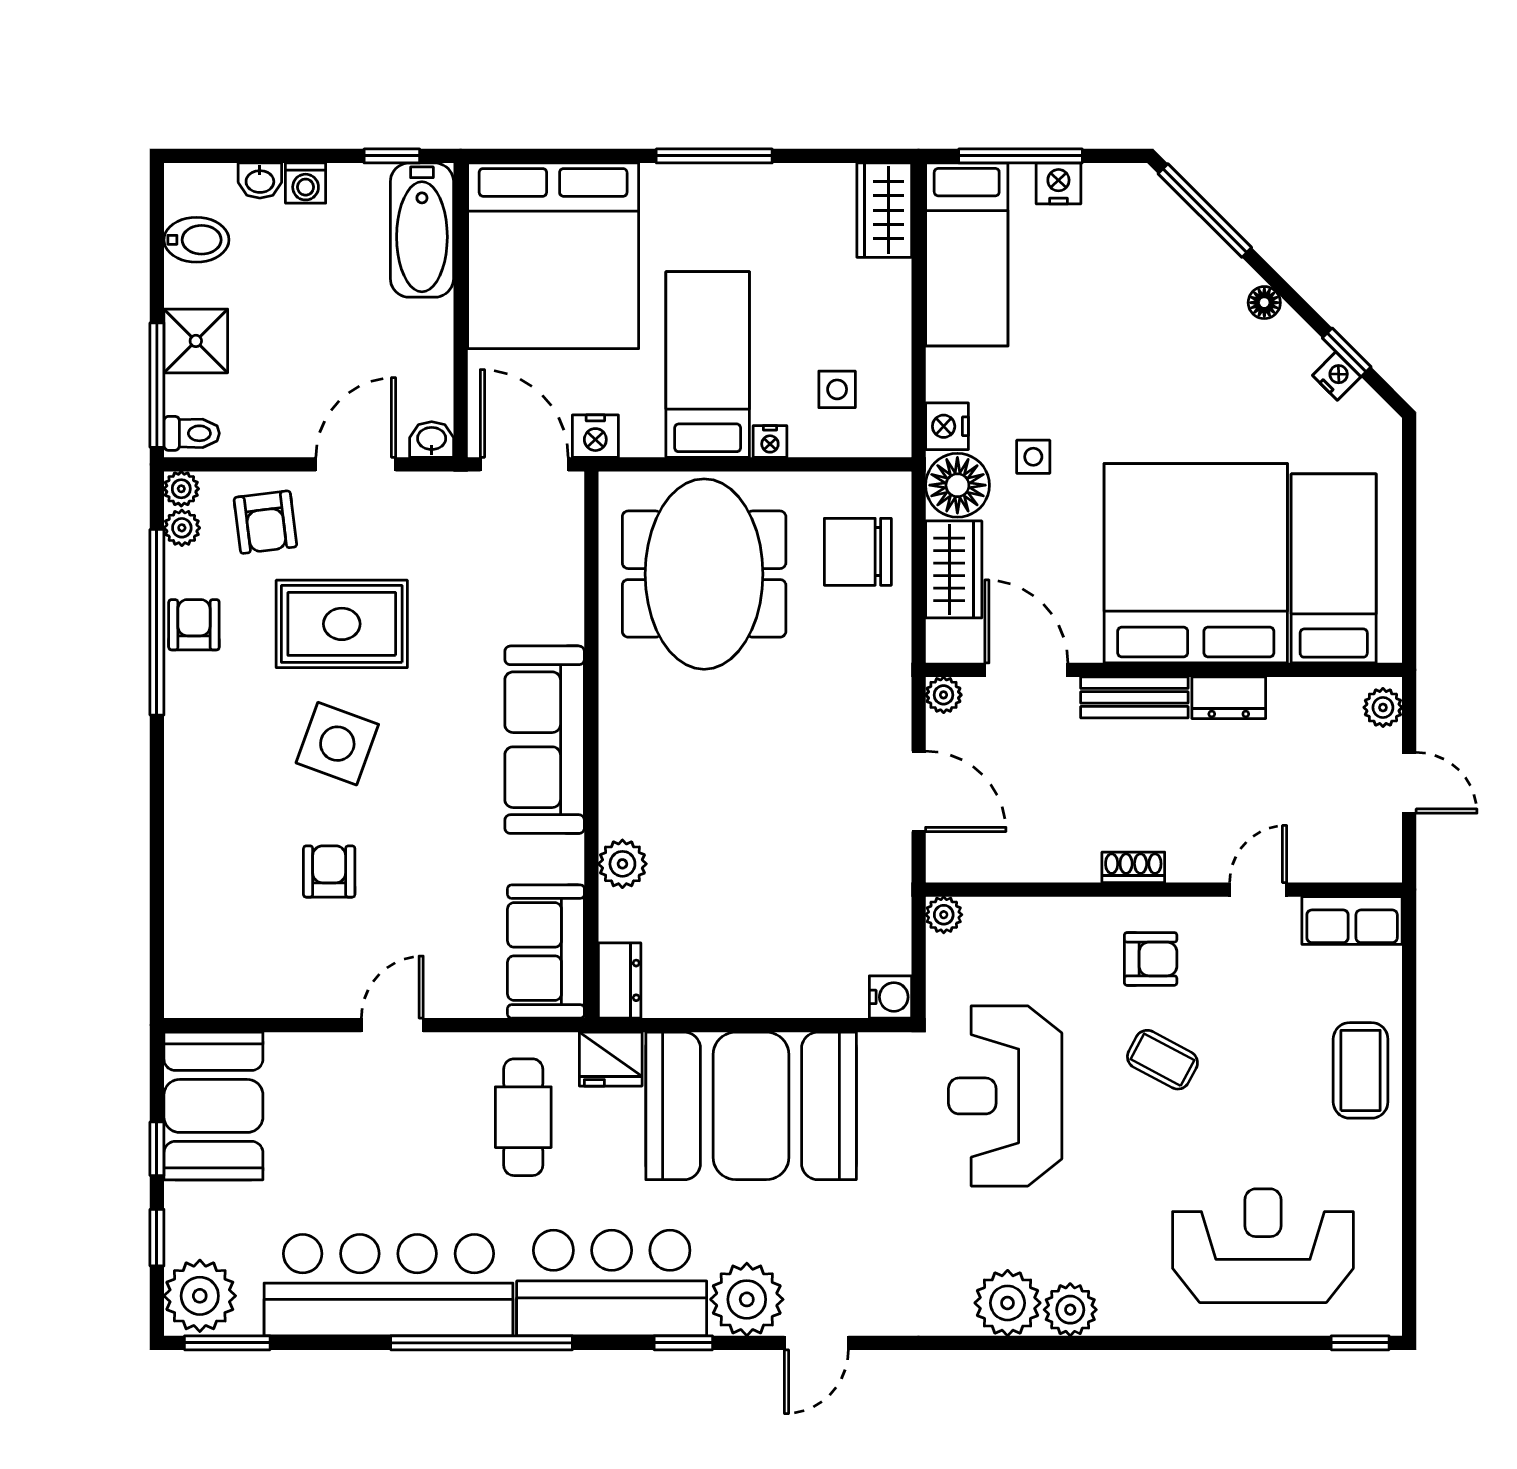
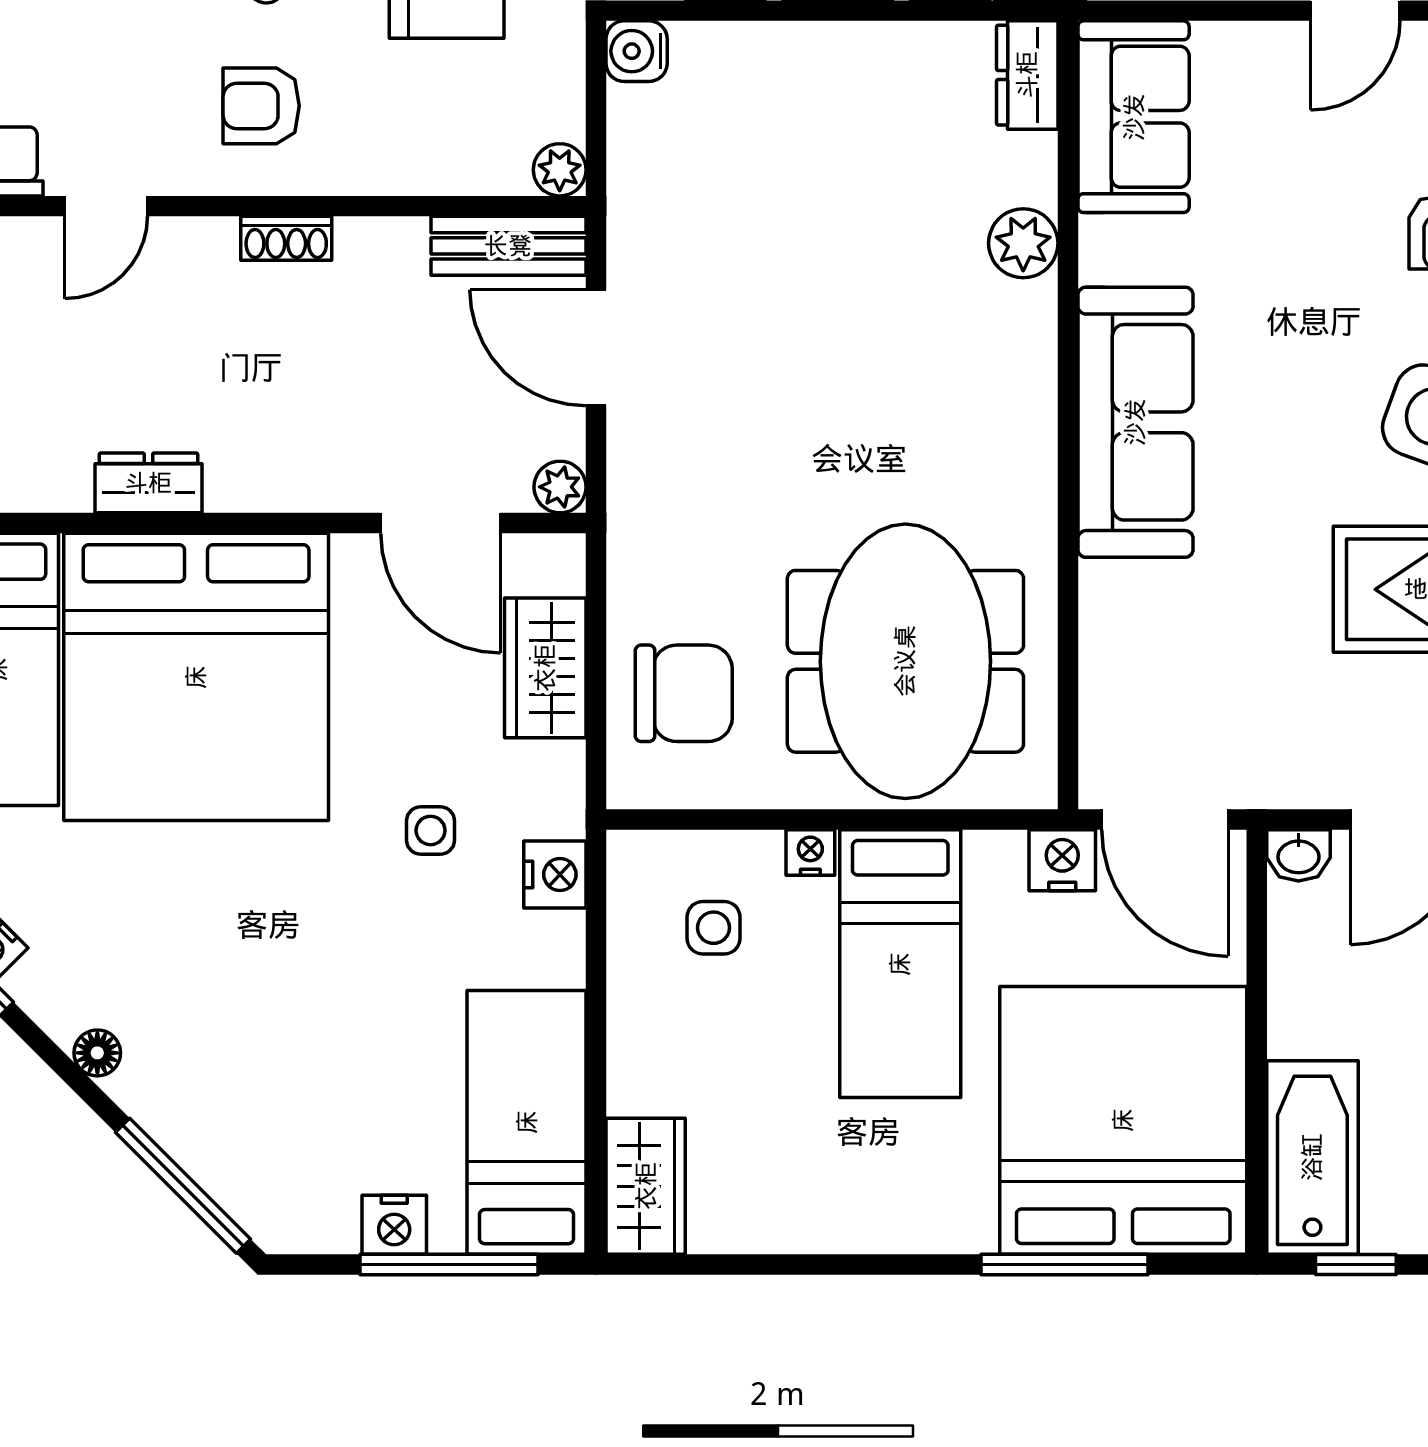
window: (714, 156) -> (1065, 1264), moved
floor lamp: (957, 485) -> (540, 789), removed
bench: (1134, 697) -> (508, 246), moved

